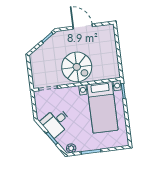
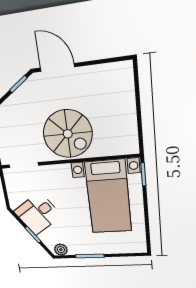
door: (83, 27) -> (57, 67), moved

